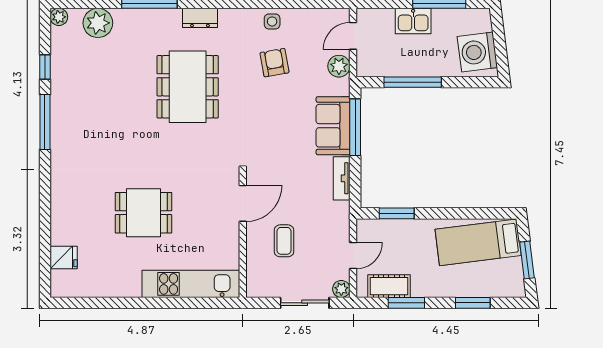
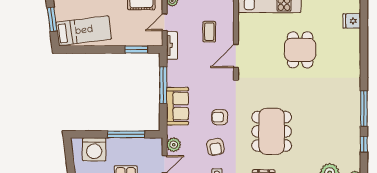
washing machine: (477, 52) -> (94, 149), moved, turned 97
armchair: (268, 109) -> (220, 117), added
window: (355, 127) -> (163, 85), moved
tv unit: (342, 178) -> (172, 45), moved
dining table: (143, 213) -> (300, 50), turned 90

